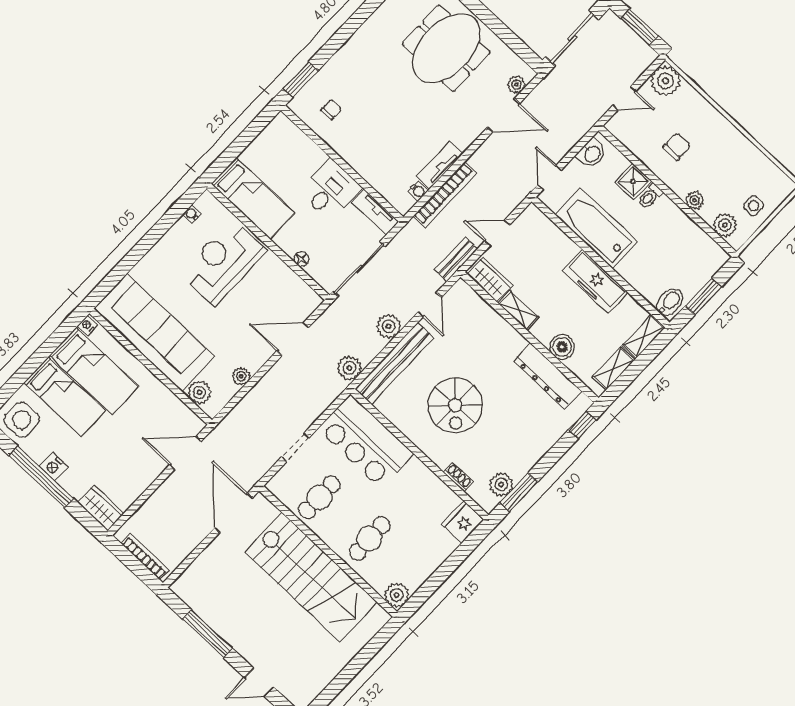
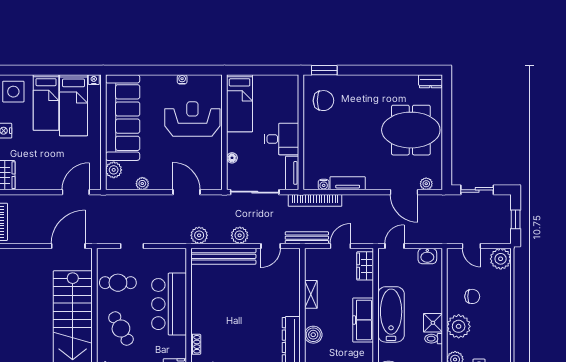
window: (640, 27) -> (516, 219), width x0.67
sliding door: (572, 38) -> (477, 190), width x0.73
chair: (331, 110) -> (323, 101), width x1.87, depth x1.87
shower: (633, 182) -> (433, 323), moved
bookcase: (445, 195) -> (315, 200), moved
toilet: (650, 196) -> (434, 339), moved
plant: (695, 200) -> (459, 326), width x1.88, depth x1.88
water cooler: (192, 214) -> (182, 79), moved
bathtub: (596, 228) -> (391, 314), moved
door: (497, 233) -> (340, 246), hinge flipped
bench: (456, 260) -> (307, 238), width x1.36
wardrobe: (490, 280) -> (365, 266), moved, turned 180
spiral stairs: (455, 405) -> (231, 308), removed
bar counter: (366, 442) -> (169, 304), moved
door: (185, 453) -> (76, 192), hinge flipped
cafe table: (369, 539) -> (121, 329), turned 63

